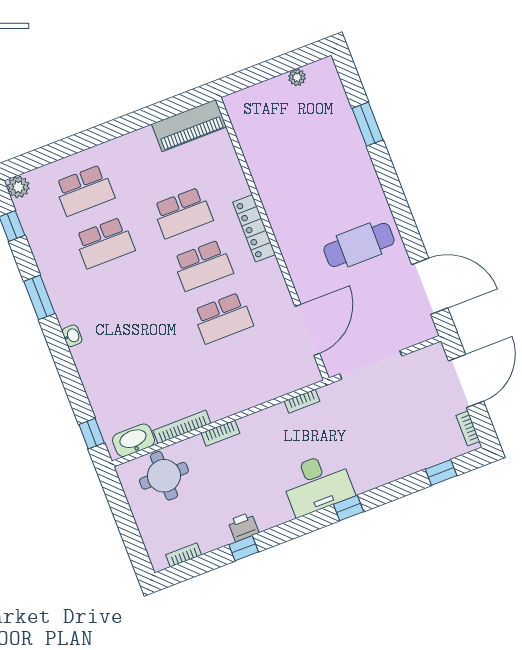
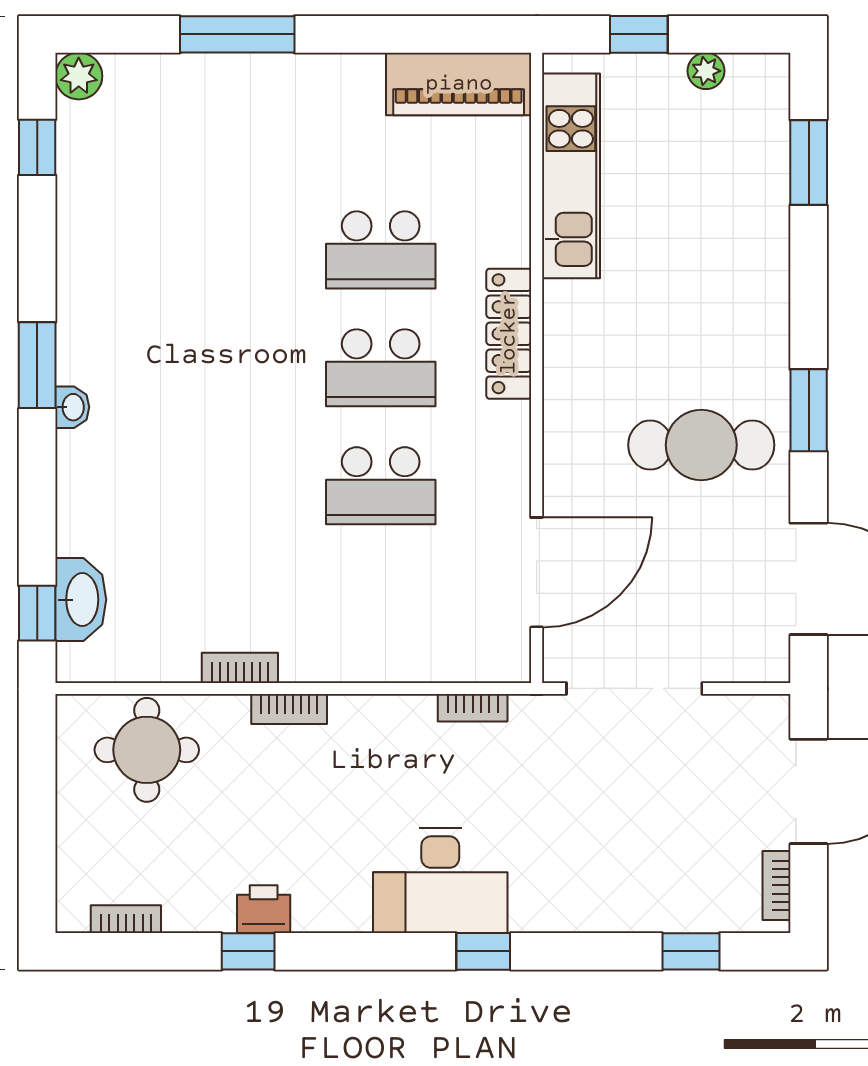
window: (261, 73) -> (639, 34), added
window: (368, 124) -> (809, 162), moved
window: (82, 141) -> (237, 34), added
kitchen unit: (255, 147) -> (571, 176), added
school desk: (84, 190) -> (206, 132), removed
window: (401, 211) -> (809, 410), added
school desk: (105, 243) -> (206, 250), removed
window: (39, 297) -> (37, 365), moved
bookcase: (182, 427) -> (240, 668), width x0.64
washbasin: (134, 440) -> (81, 600), moved, turned 90

